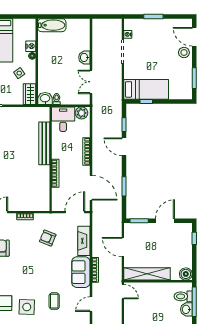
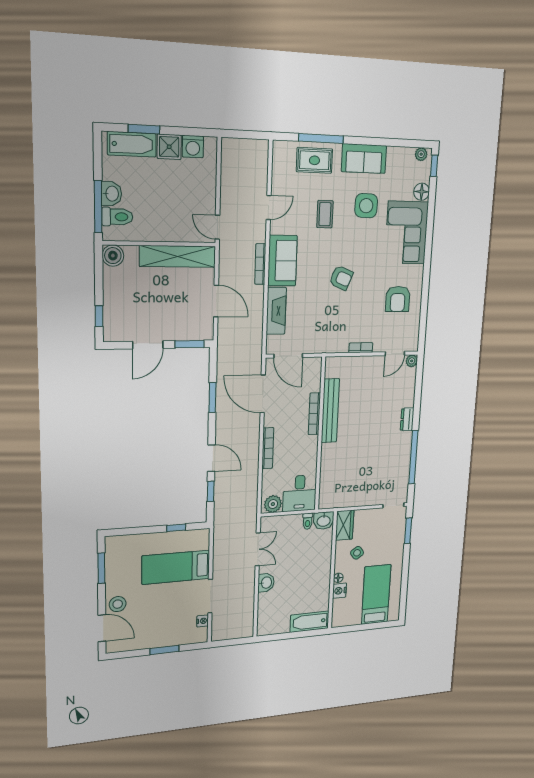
bed: (146, 89) -> (176, 567), moved
bench: (44, 143) -> (330, 411), moved
door: (75, 212) -> (288, 356), hinge flipped
armchair: (48, 238) -> (341, 278), moved

